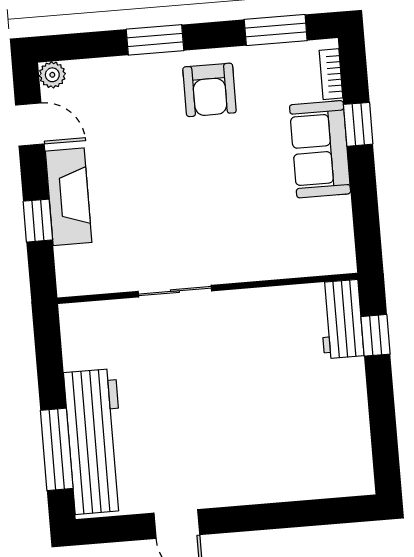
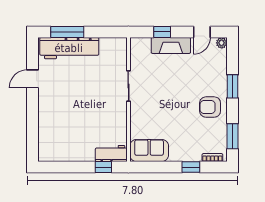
sofa: (320, 149) -> (149, 150), moved

